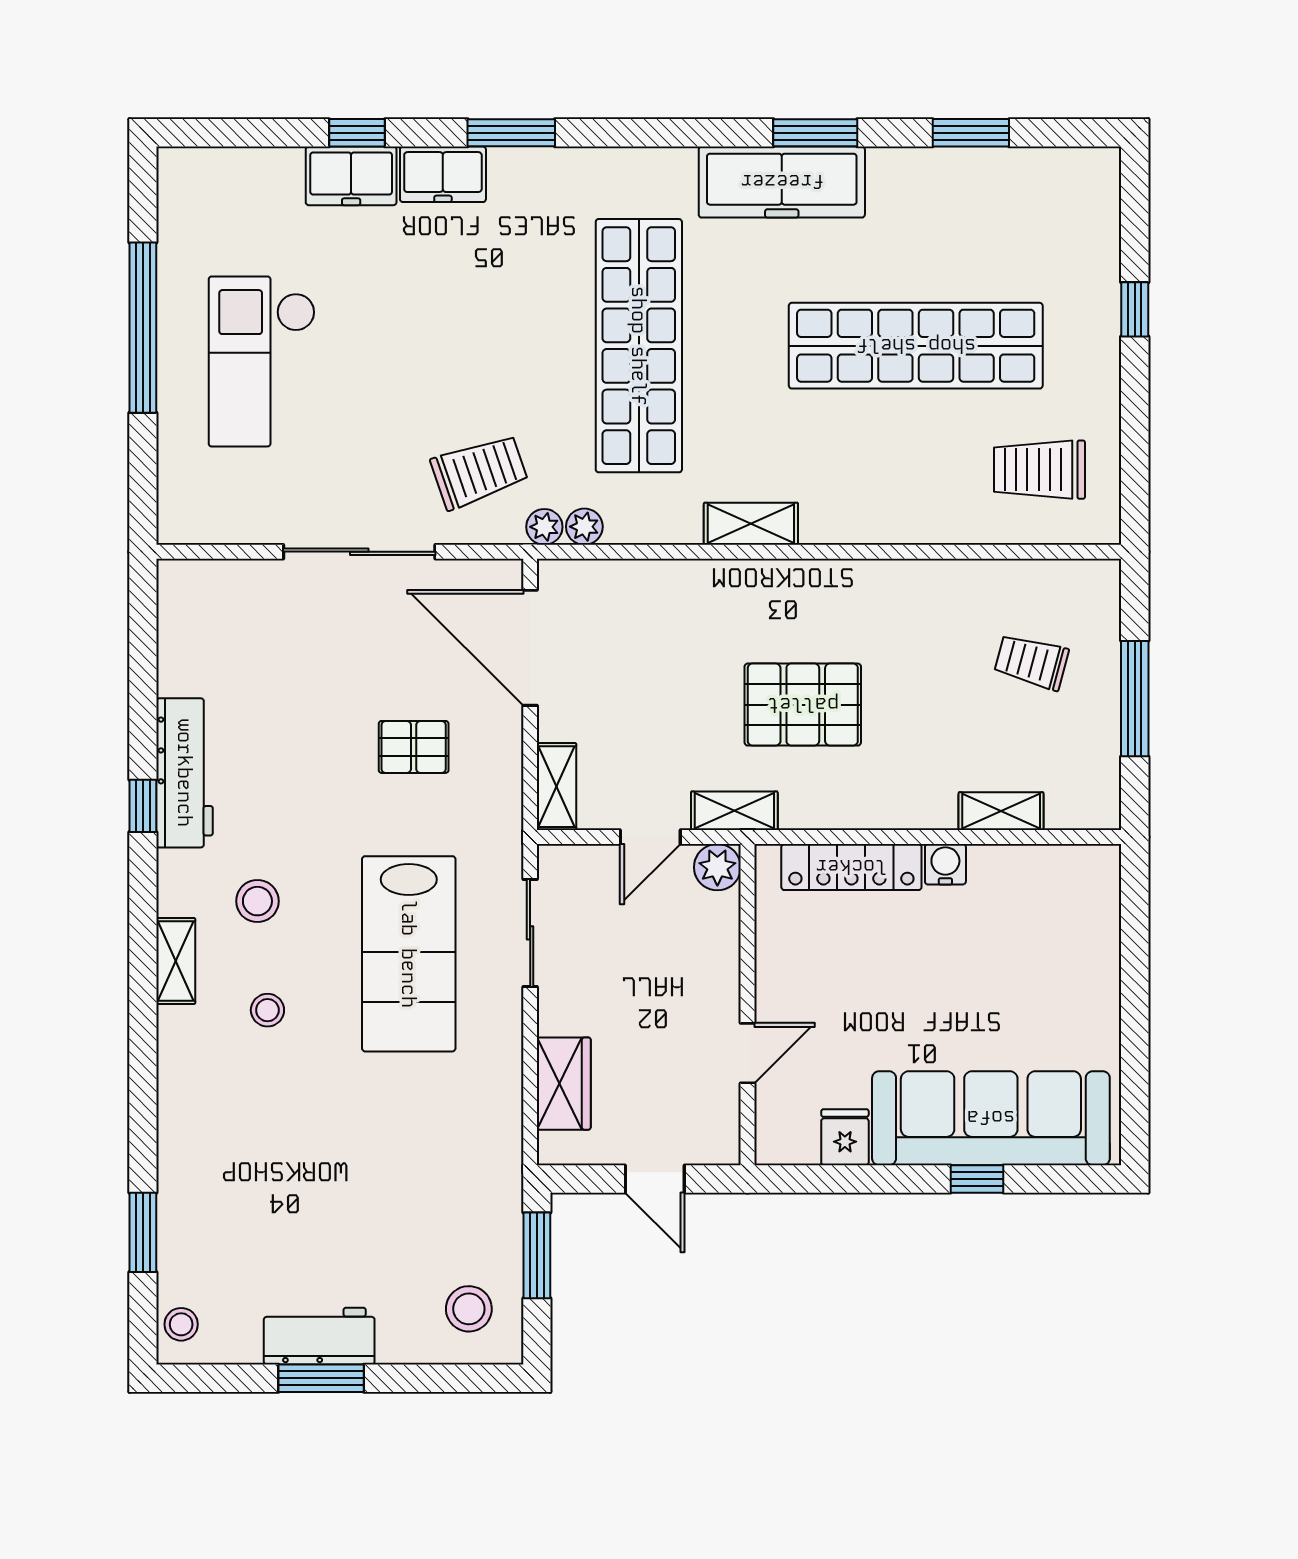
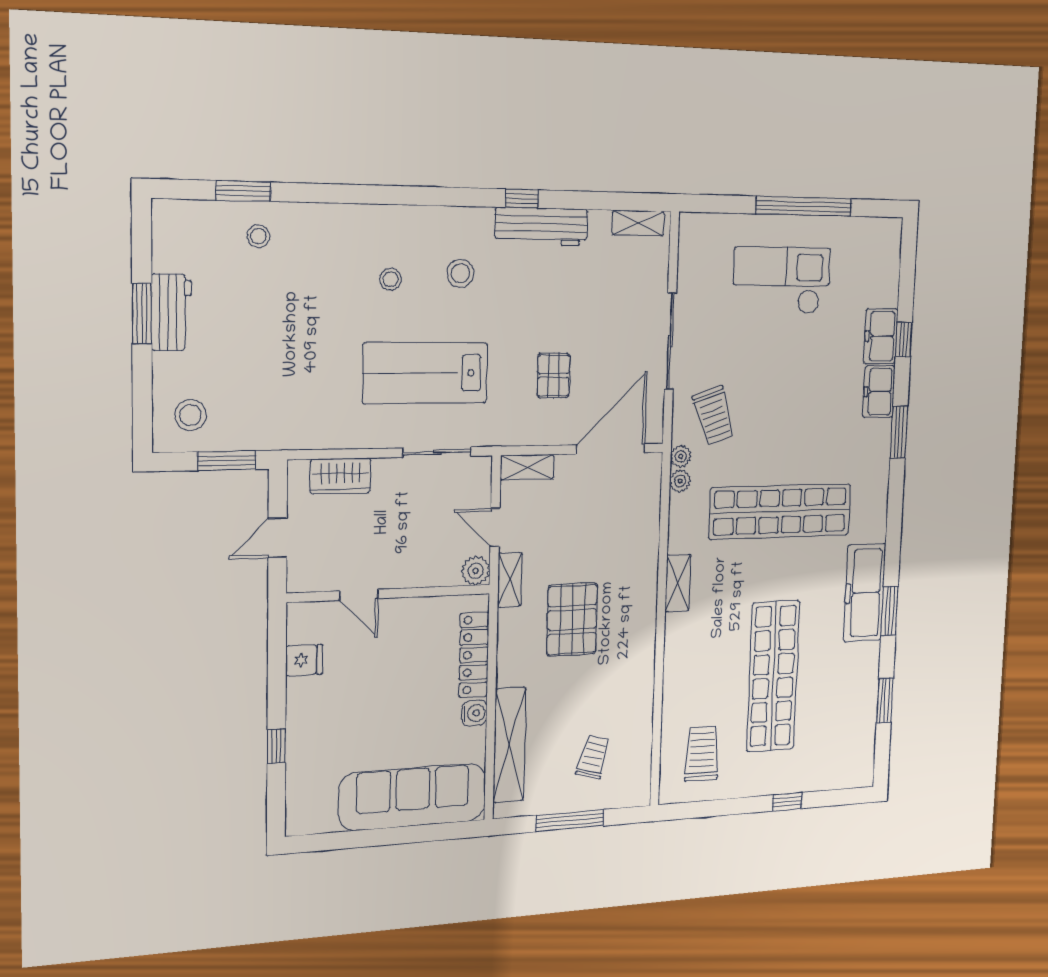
shelving: (1001, 811) -> (509, 745), width x2.20, depth x1.33
shelving: (176, 961) -> (638, 223), moved
sofa: (991, 1118) -> (413, 797), moved, turned -90
stool: (181, 1324) -> (258, 236), moved

